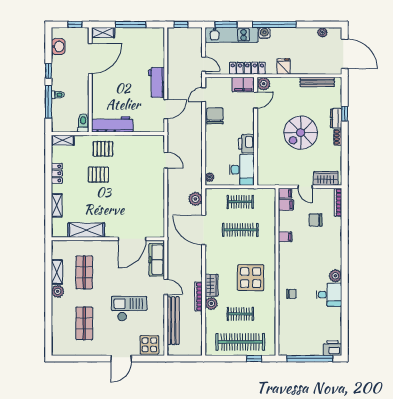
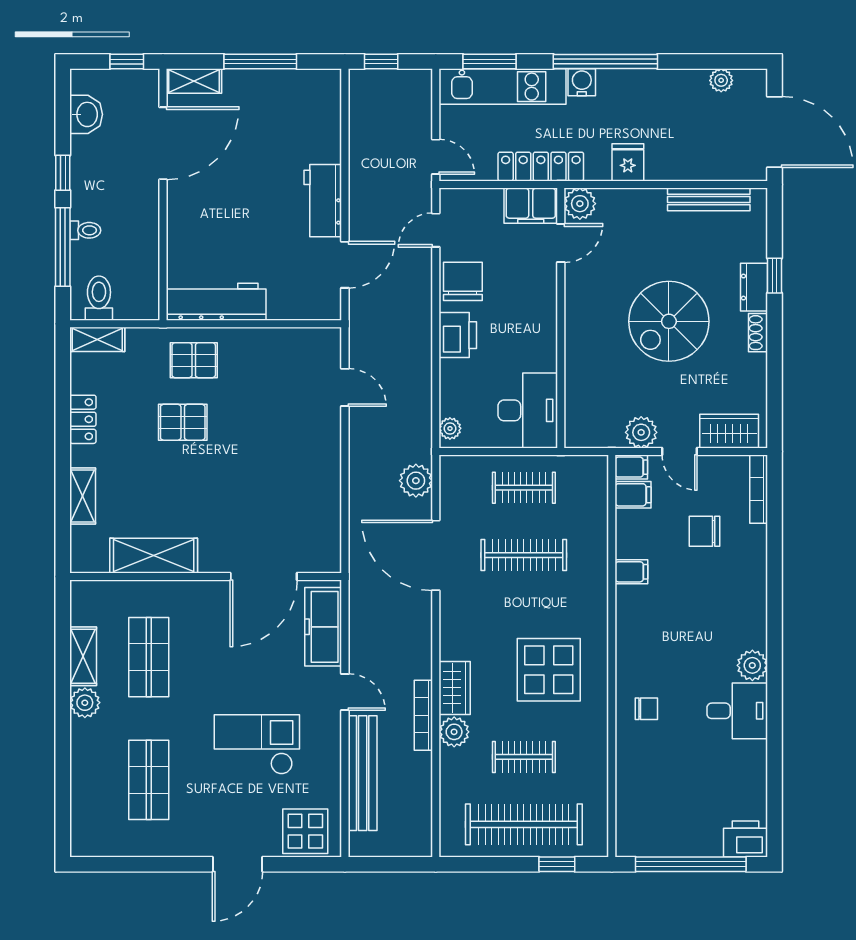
toilet: (83, 123) -> (99, 298), moved
printer: (246, 144) -> (458, 335), moved, turned 180
plant: (289, 179) -> (641, 432), added

